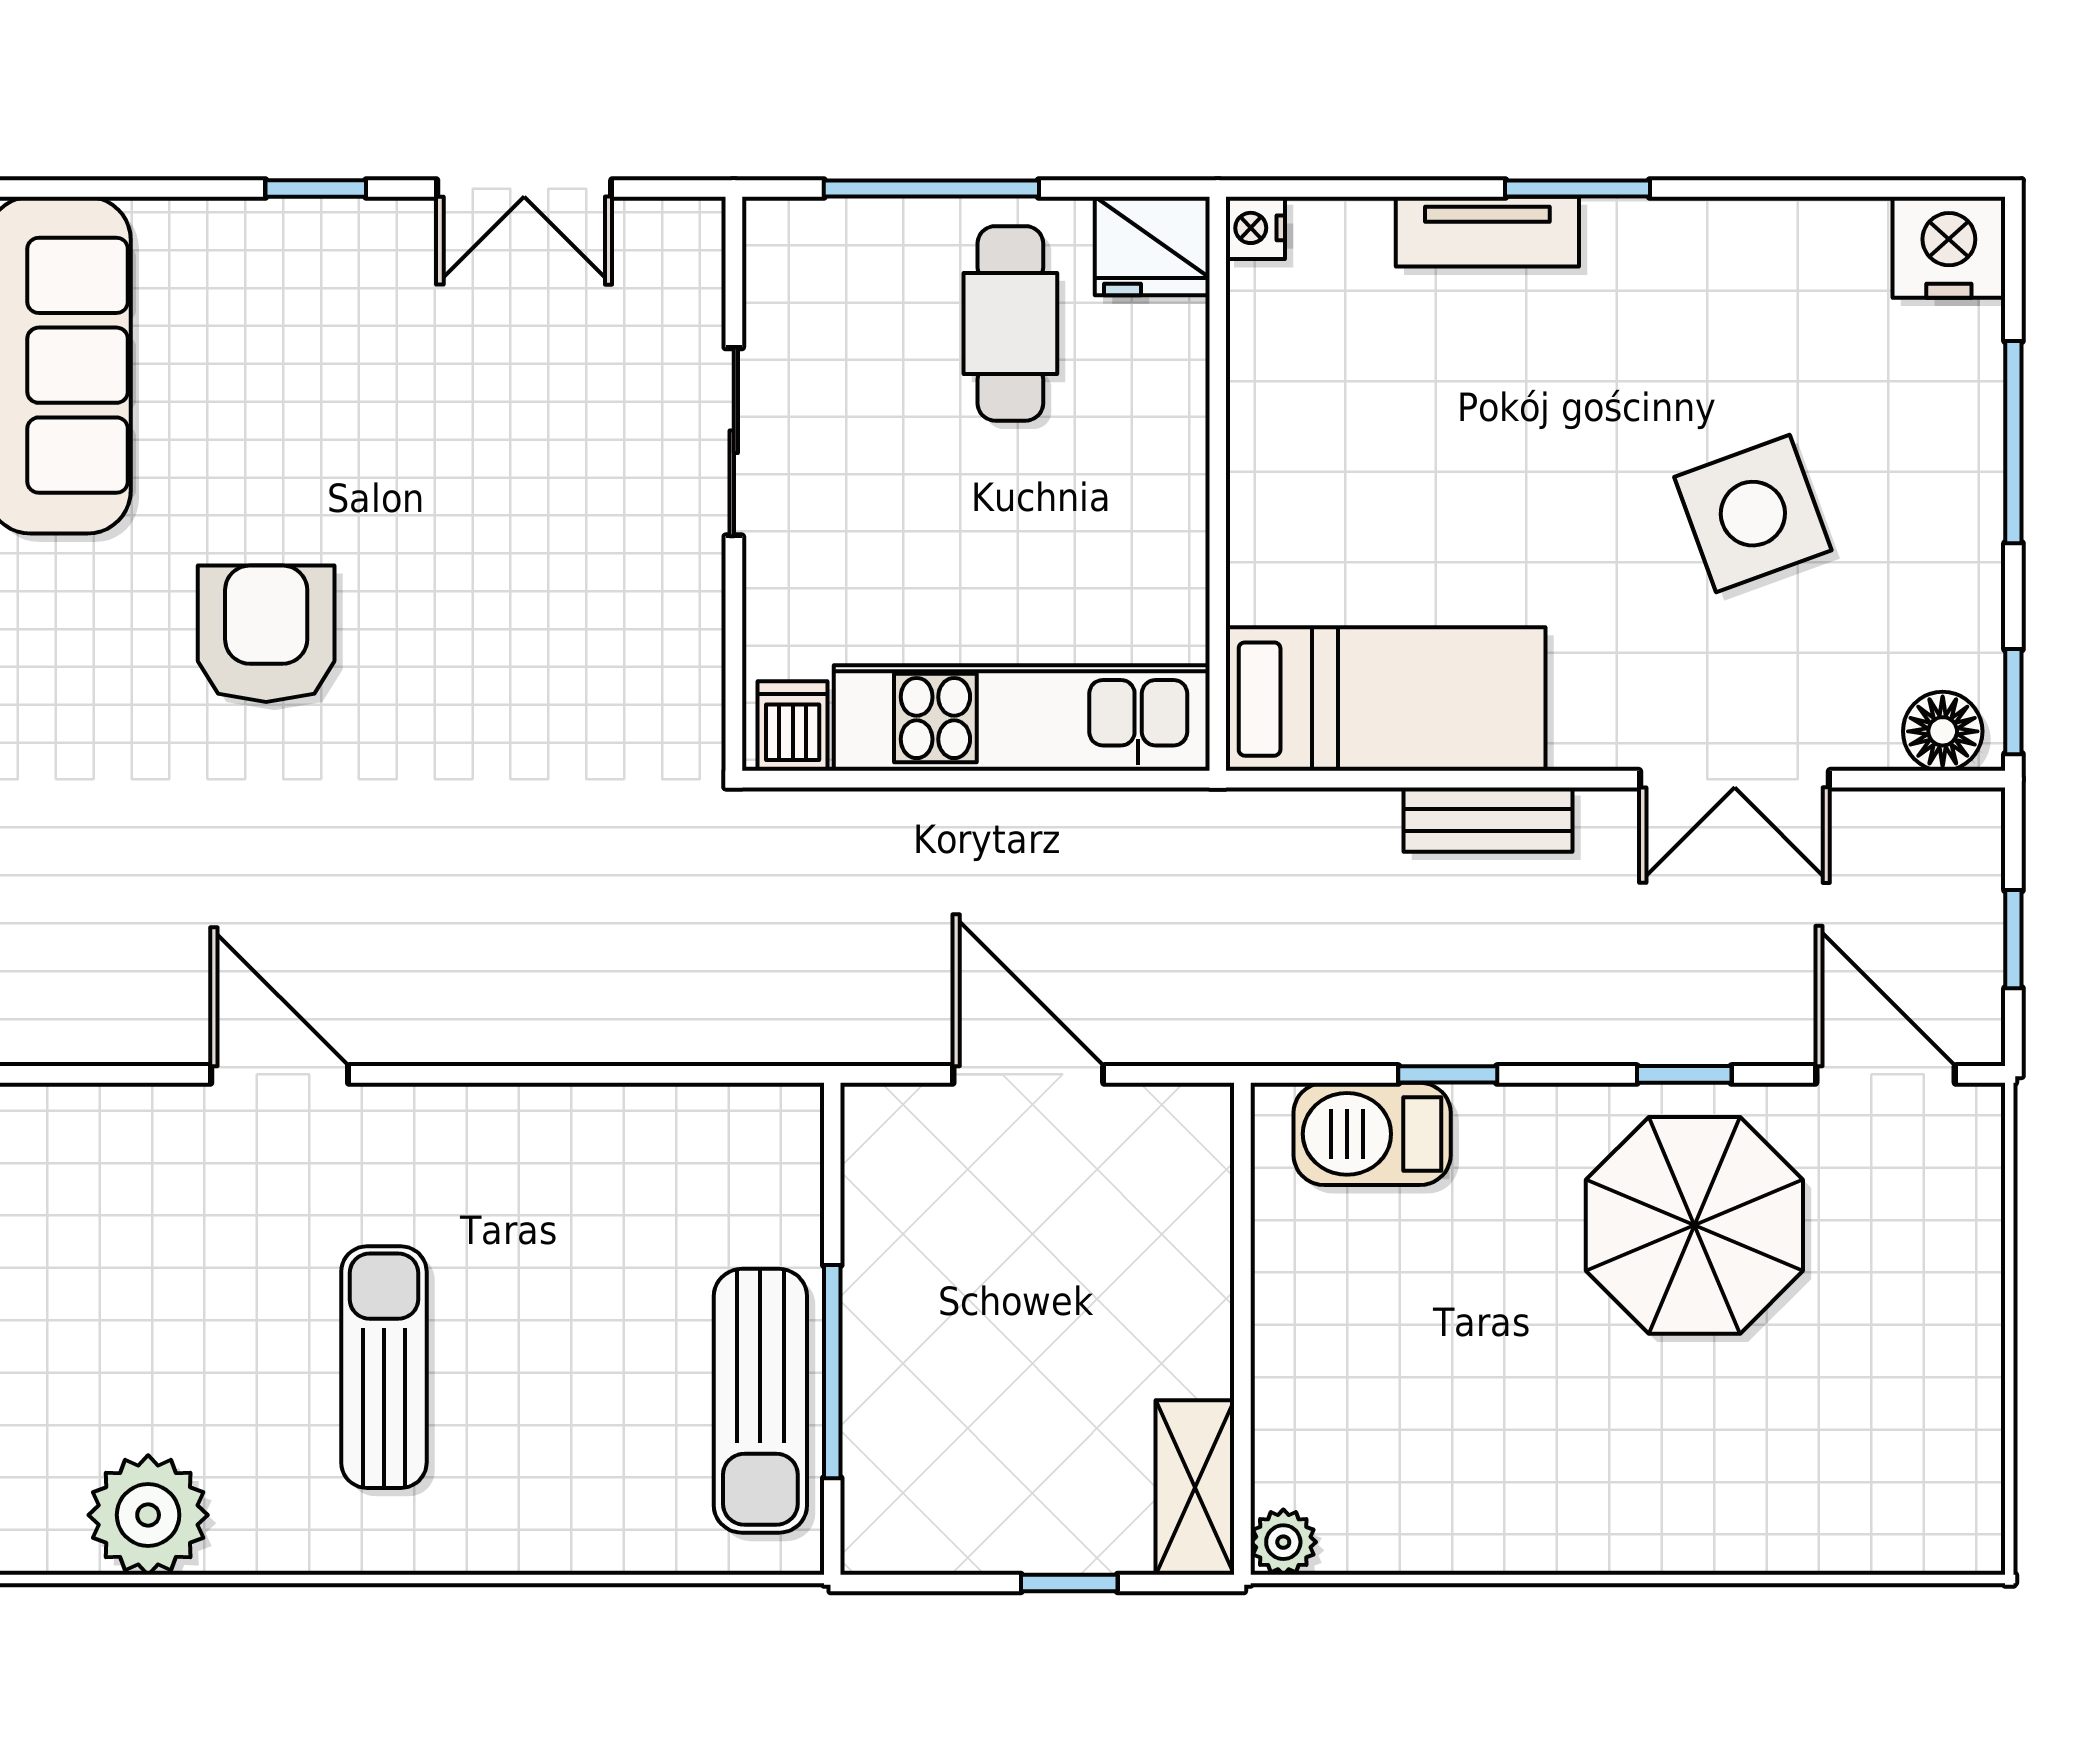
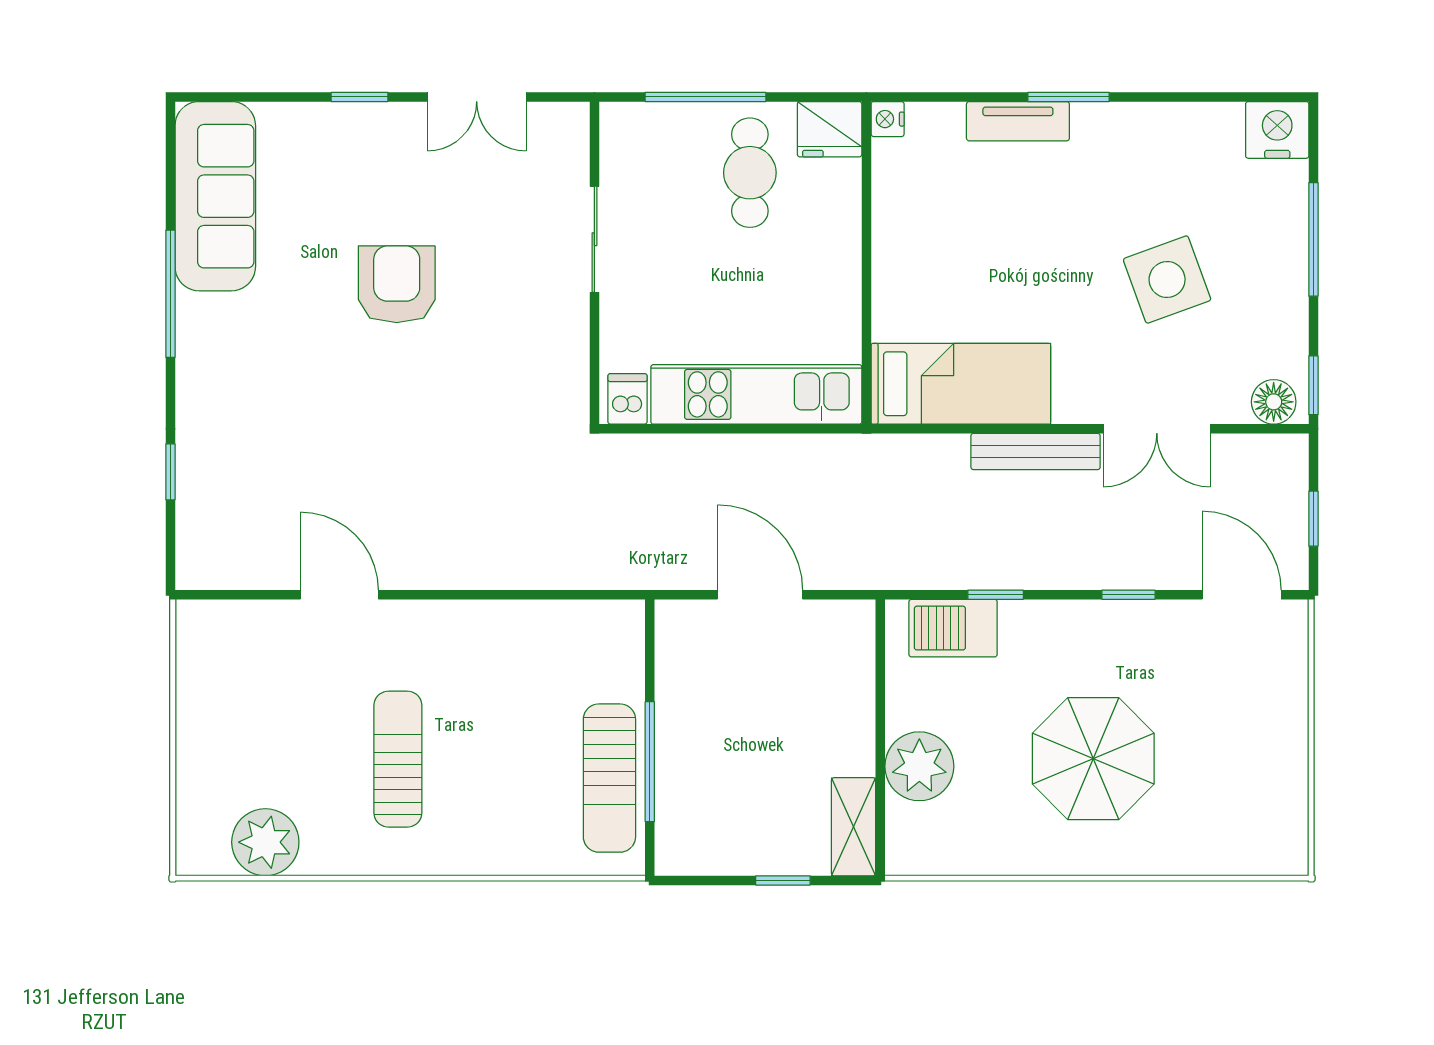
armchair: (266, 634) -> (397, 284), moved
bench: (1488, 820) -> (1036, 451), width x1.36
parasol: (1694, 1225) -> (1093, 759), moved
plant: (1283, 1542) -> (919, 766), moved, width x1.88, depth x1.88

